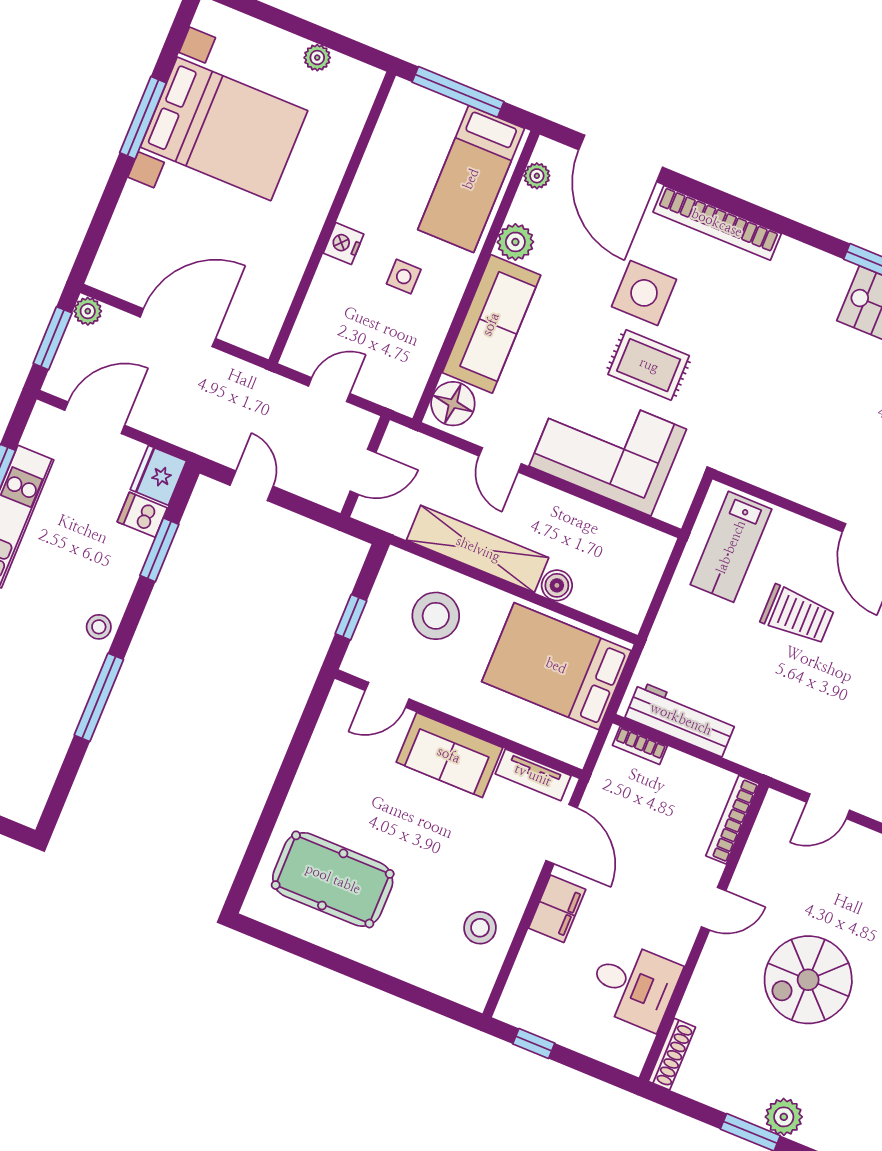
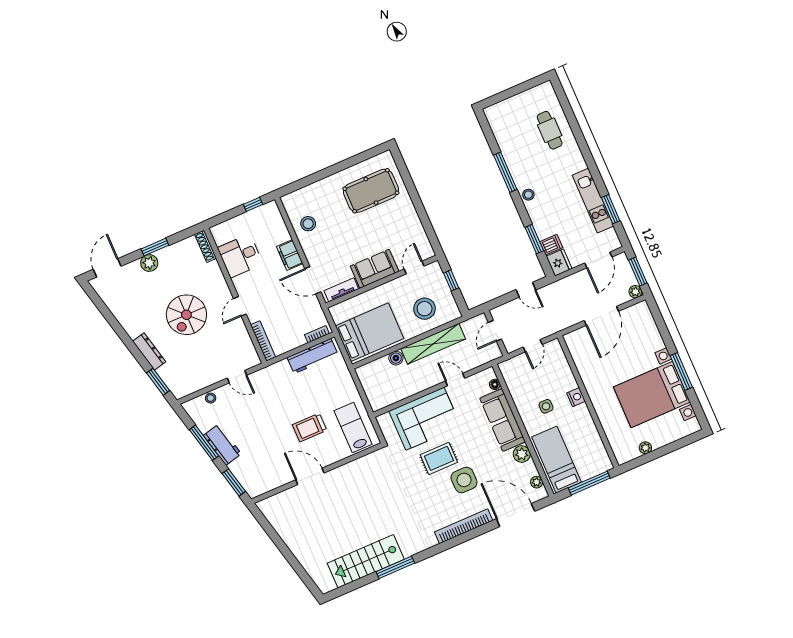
floor lamp: (453, 404) -> (495, 384), width x0.53, depth x0.53
door: (828, 806) -> (237, 377), swing flipped
spiral stairs: (808, 980) -> (186, 315), turned 180

